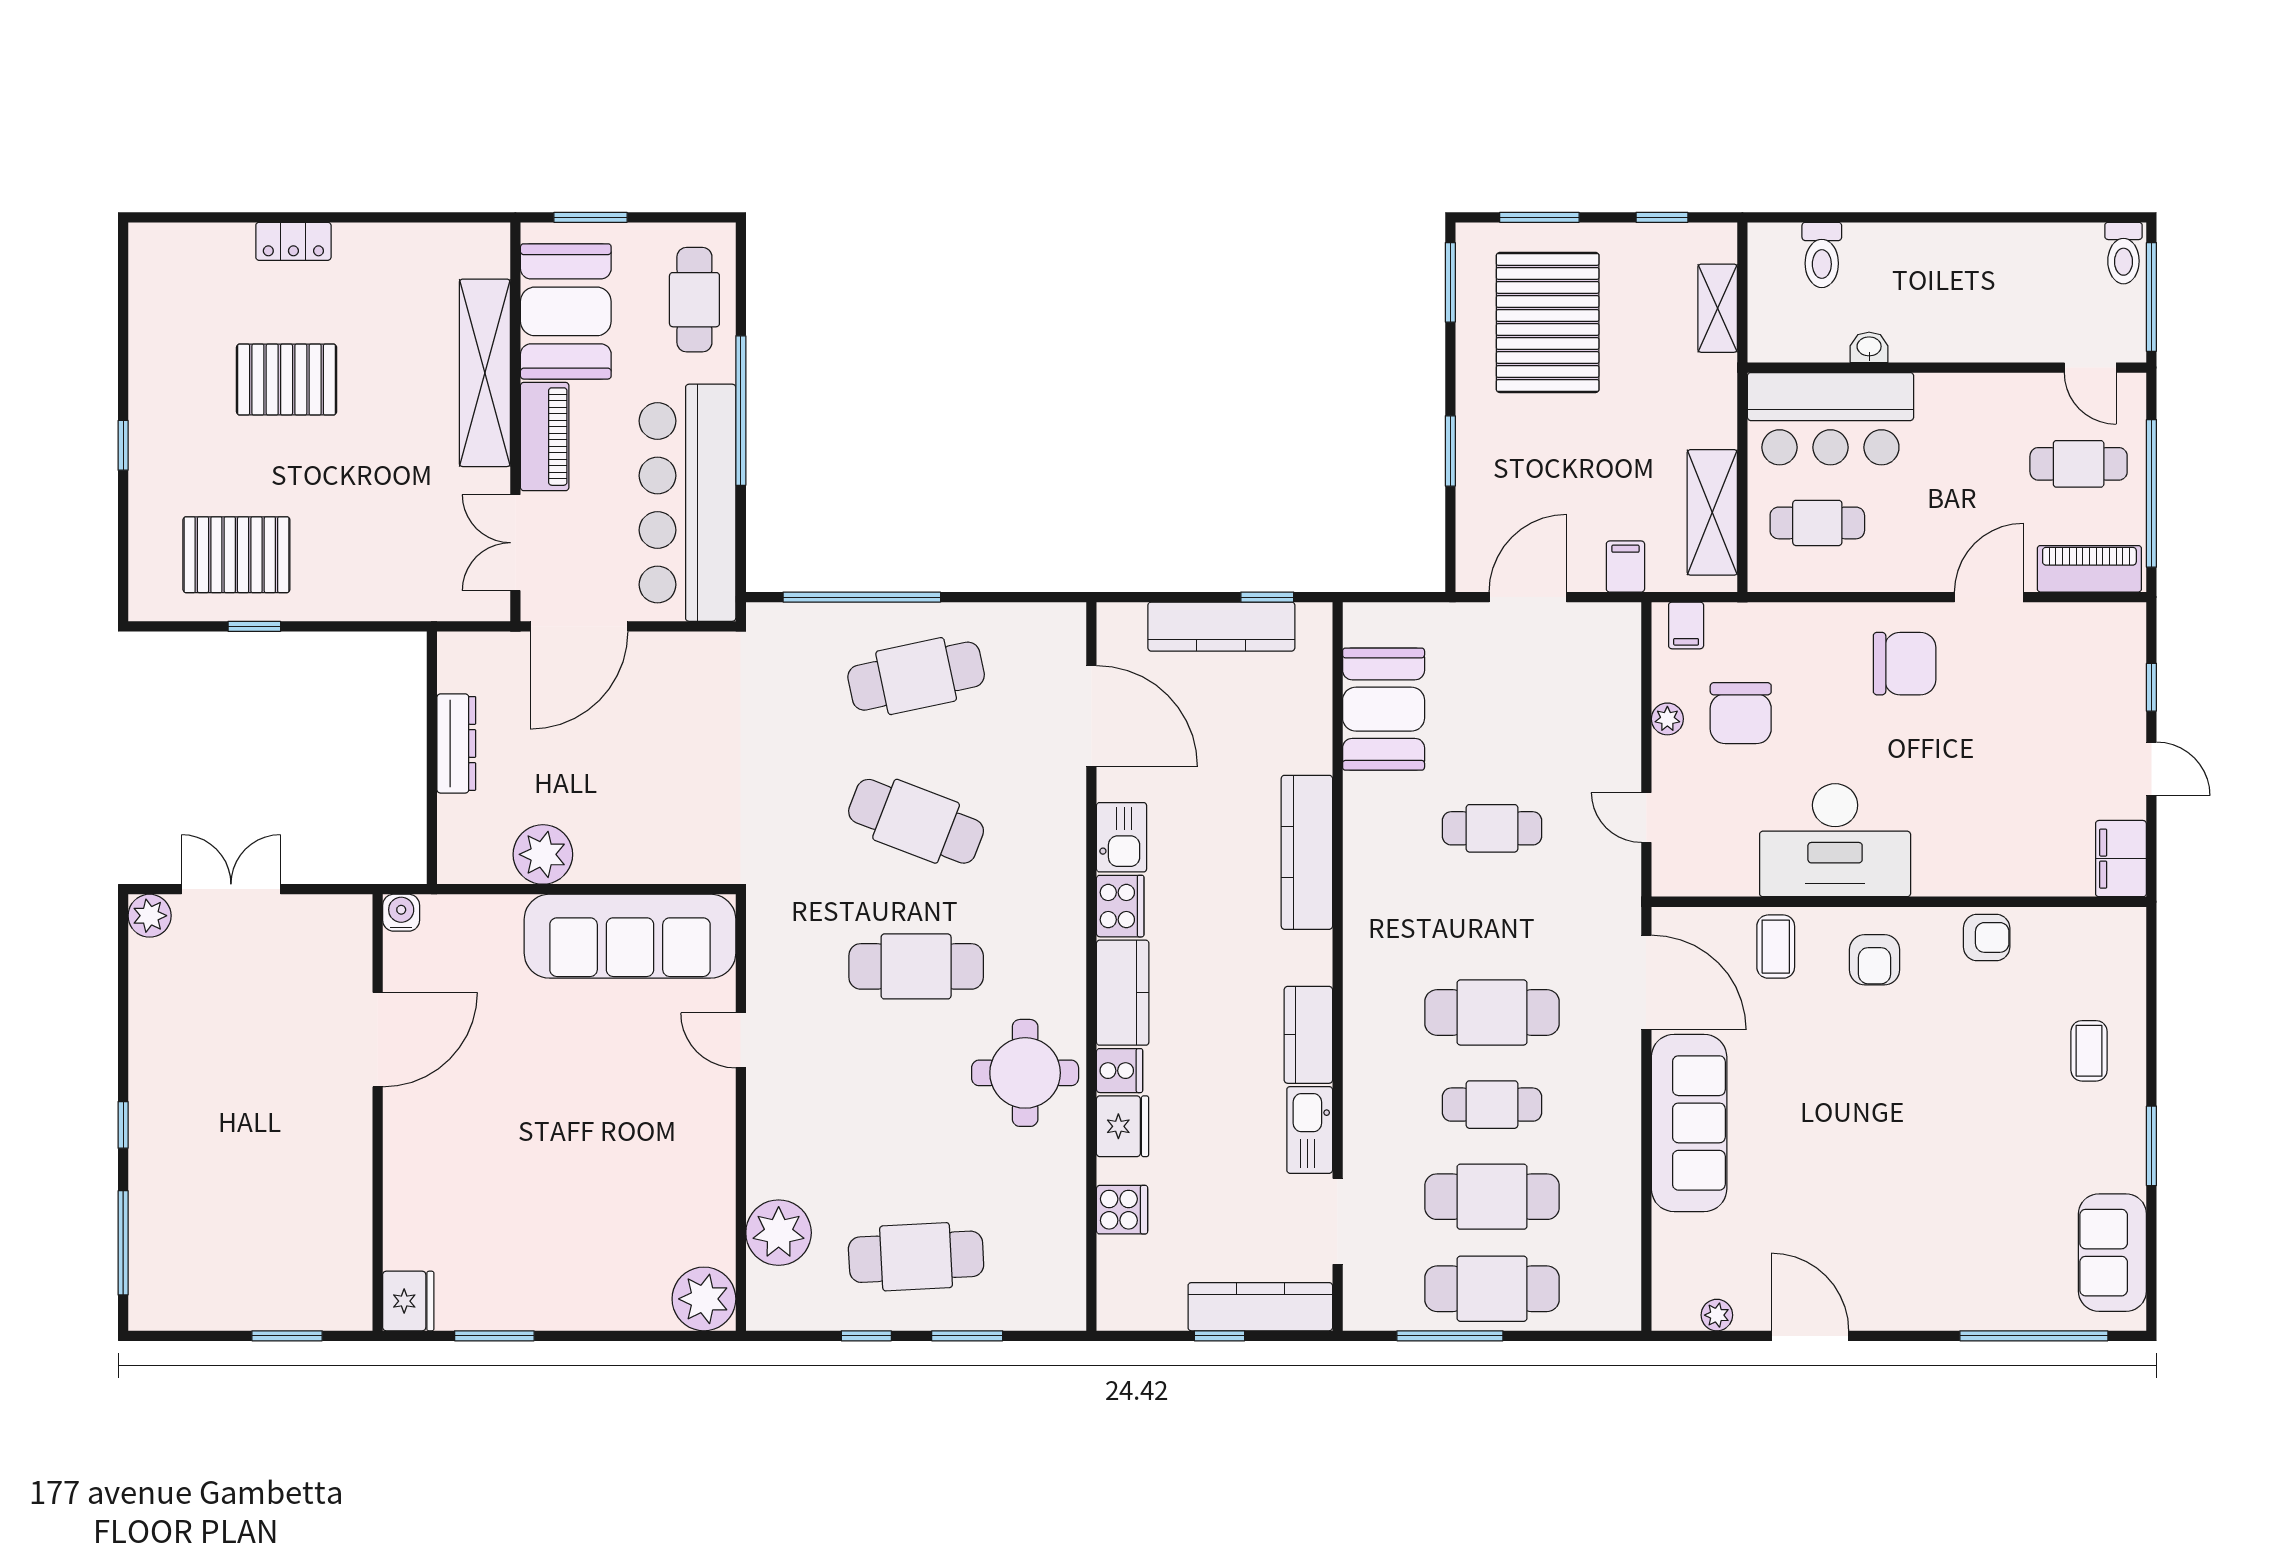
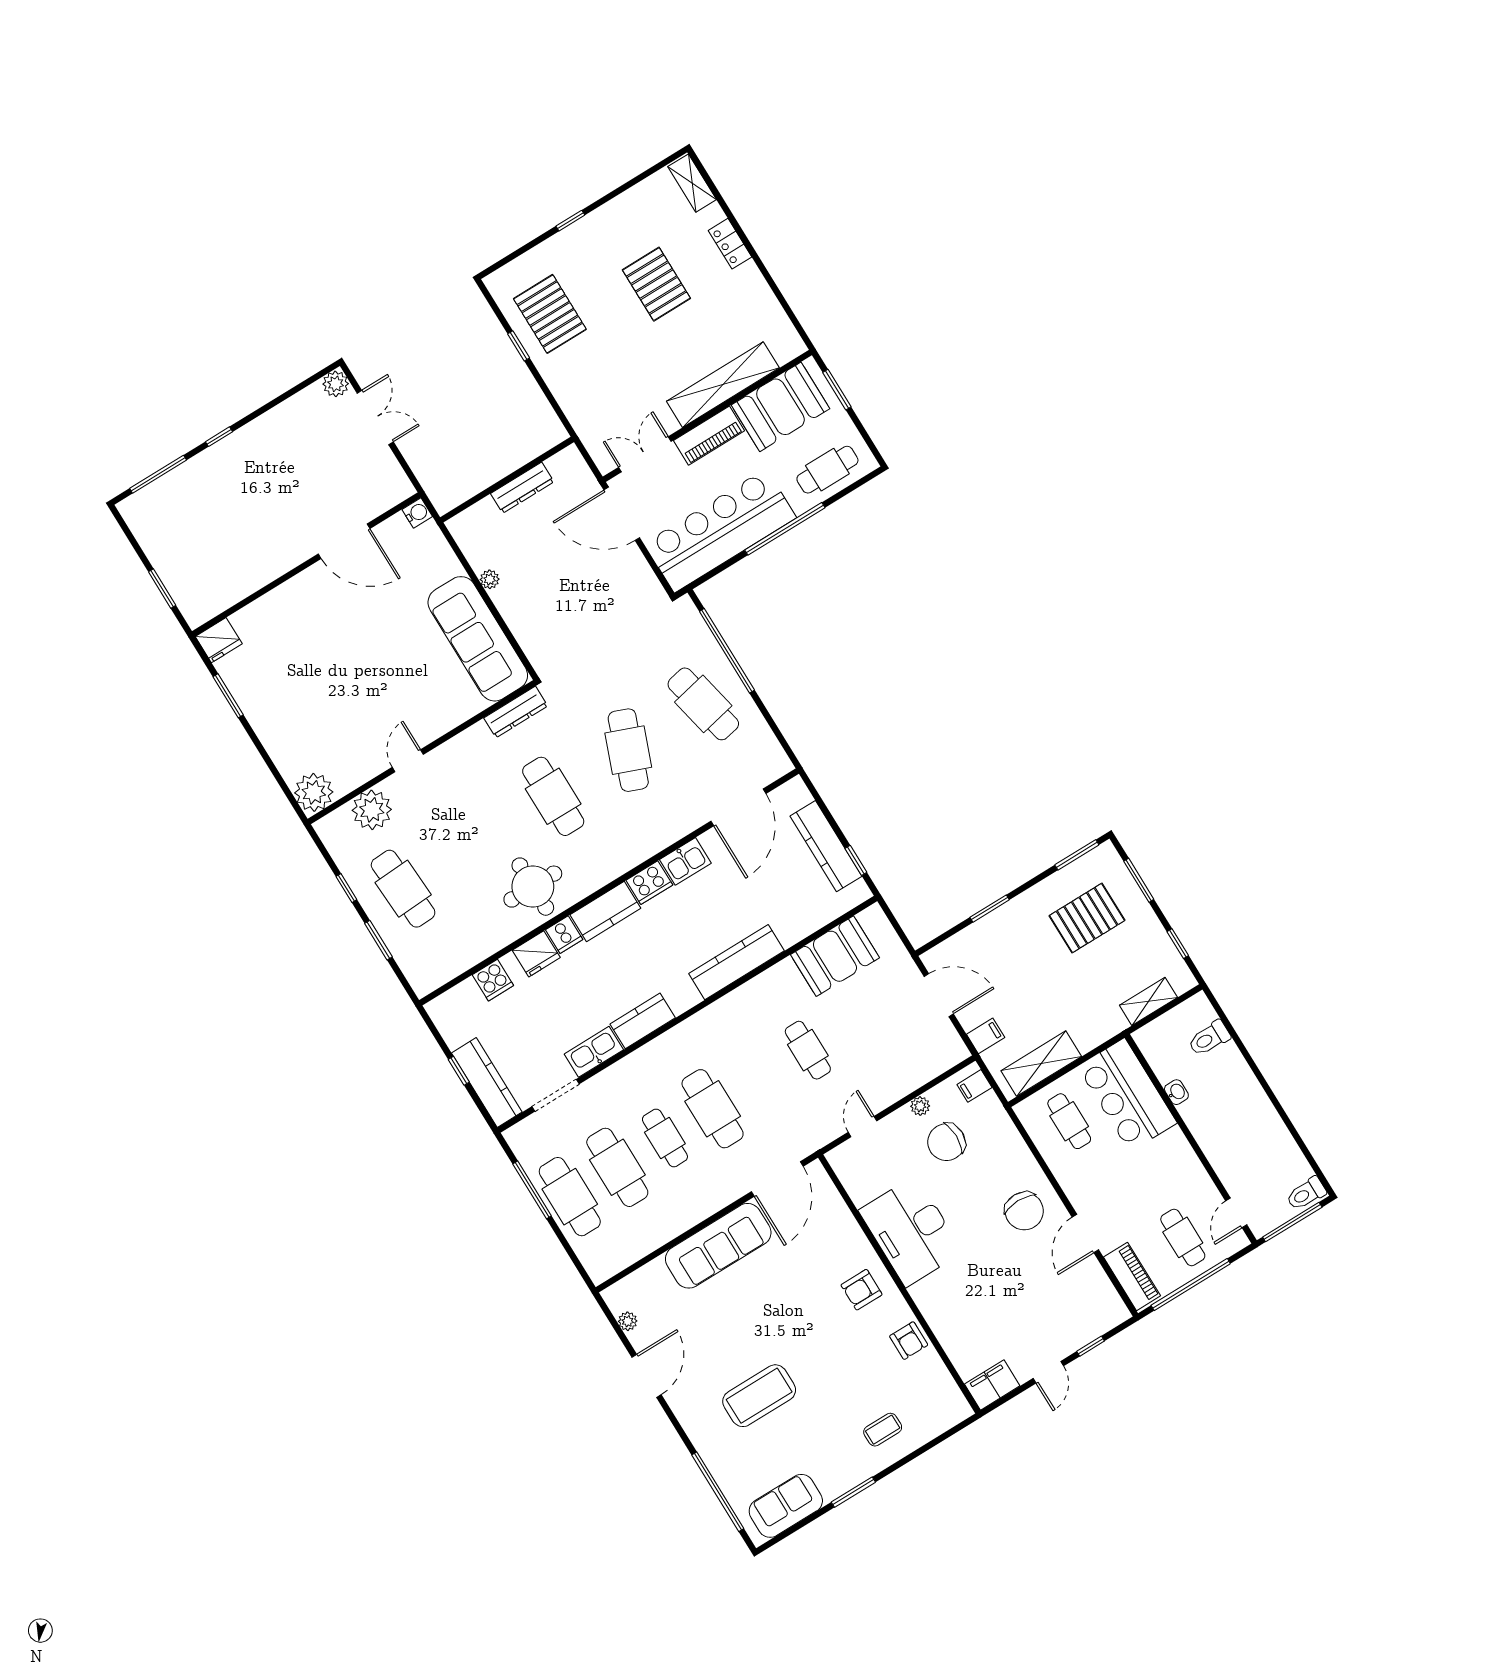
shelving: (176, 242) -> (692, 183), added
pallet: (1548, 322) -> (1087, 918), width x0.73, depth x0.71
door: (1989, 597) -> (1085, 1233), swing flipped
plant: (543, 854) -> (490, 579), width x0.53, depth x0.53
dresser: (765, 946) -> (516, 712), added
coffee table: (1776, 947) -> (759, 1396), moved, width x1.86, depth x1.72
door: (741, 1040) -> (408, 761), moved

